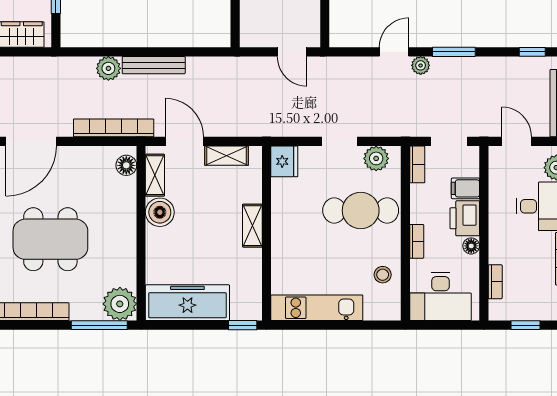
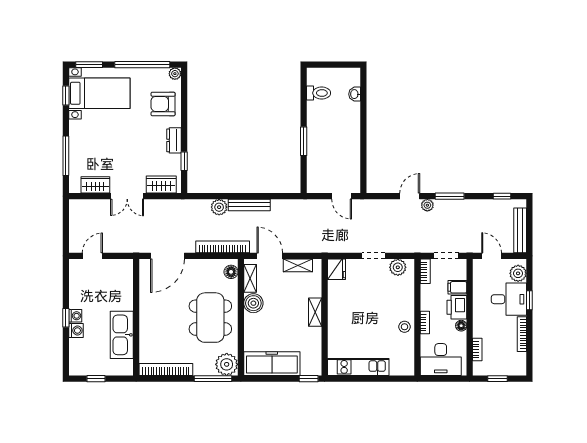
cafe table: (361, 210) -> (387, 302), removed
dining table: (50, 239) -> (210, 318), moved, turned 90
stool: (383, 275) -> (404, 327), moved

